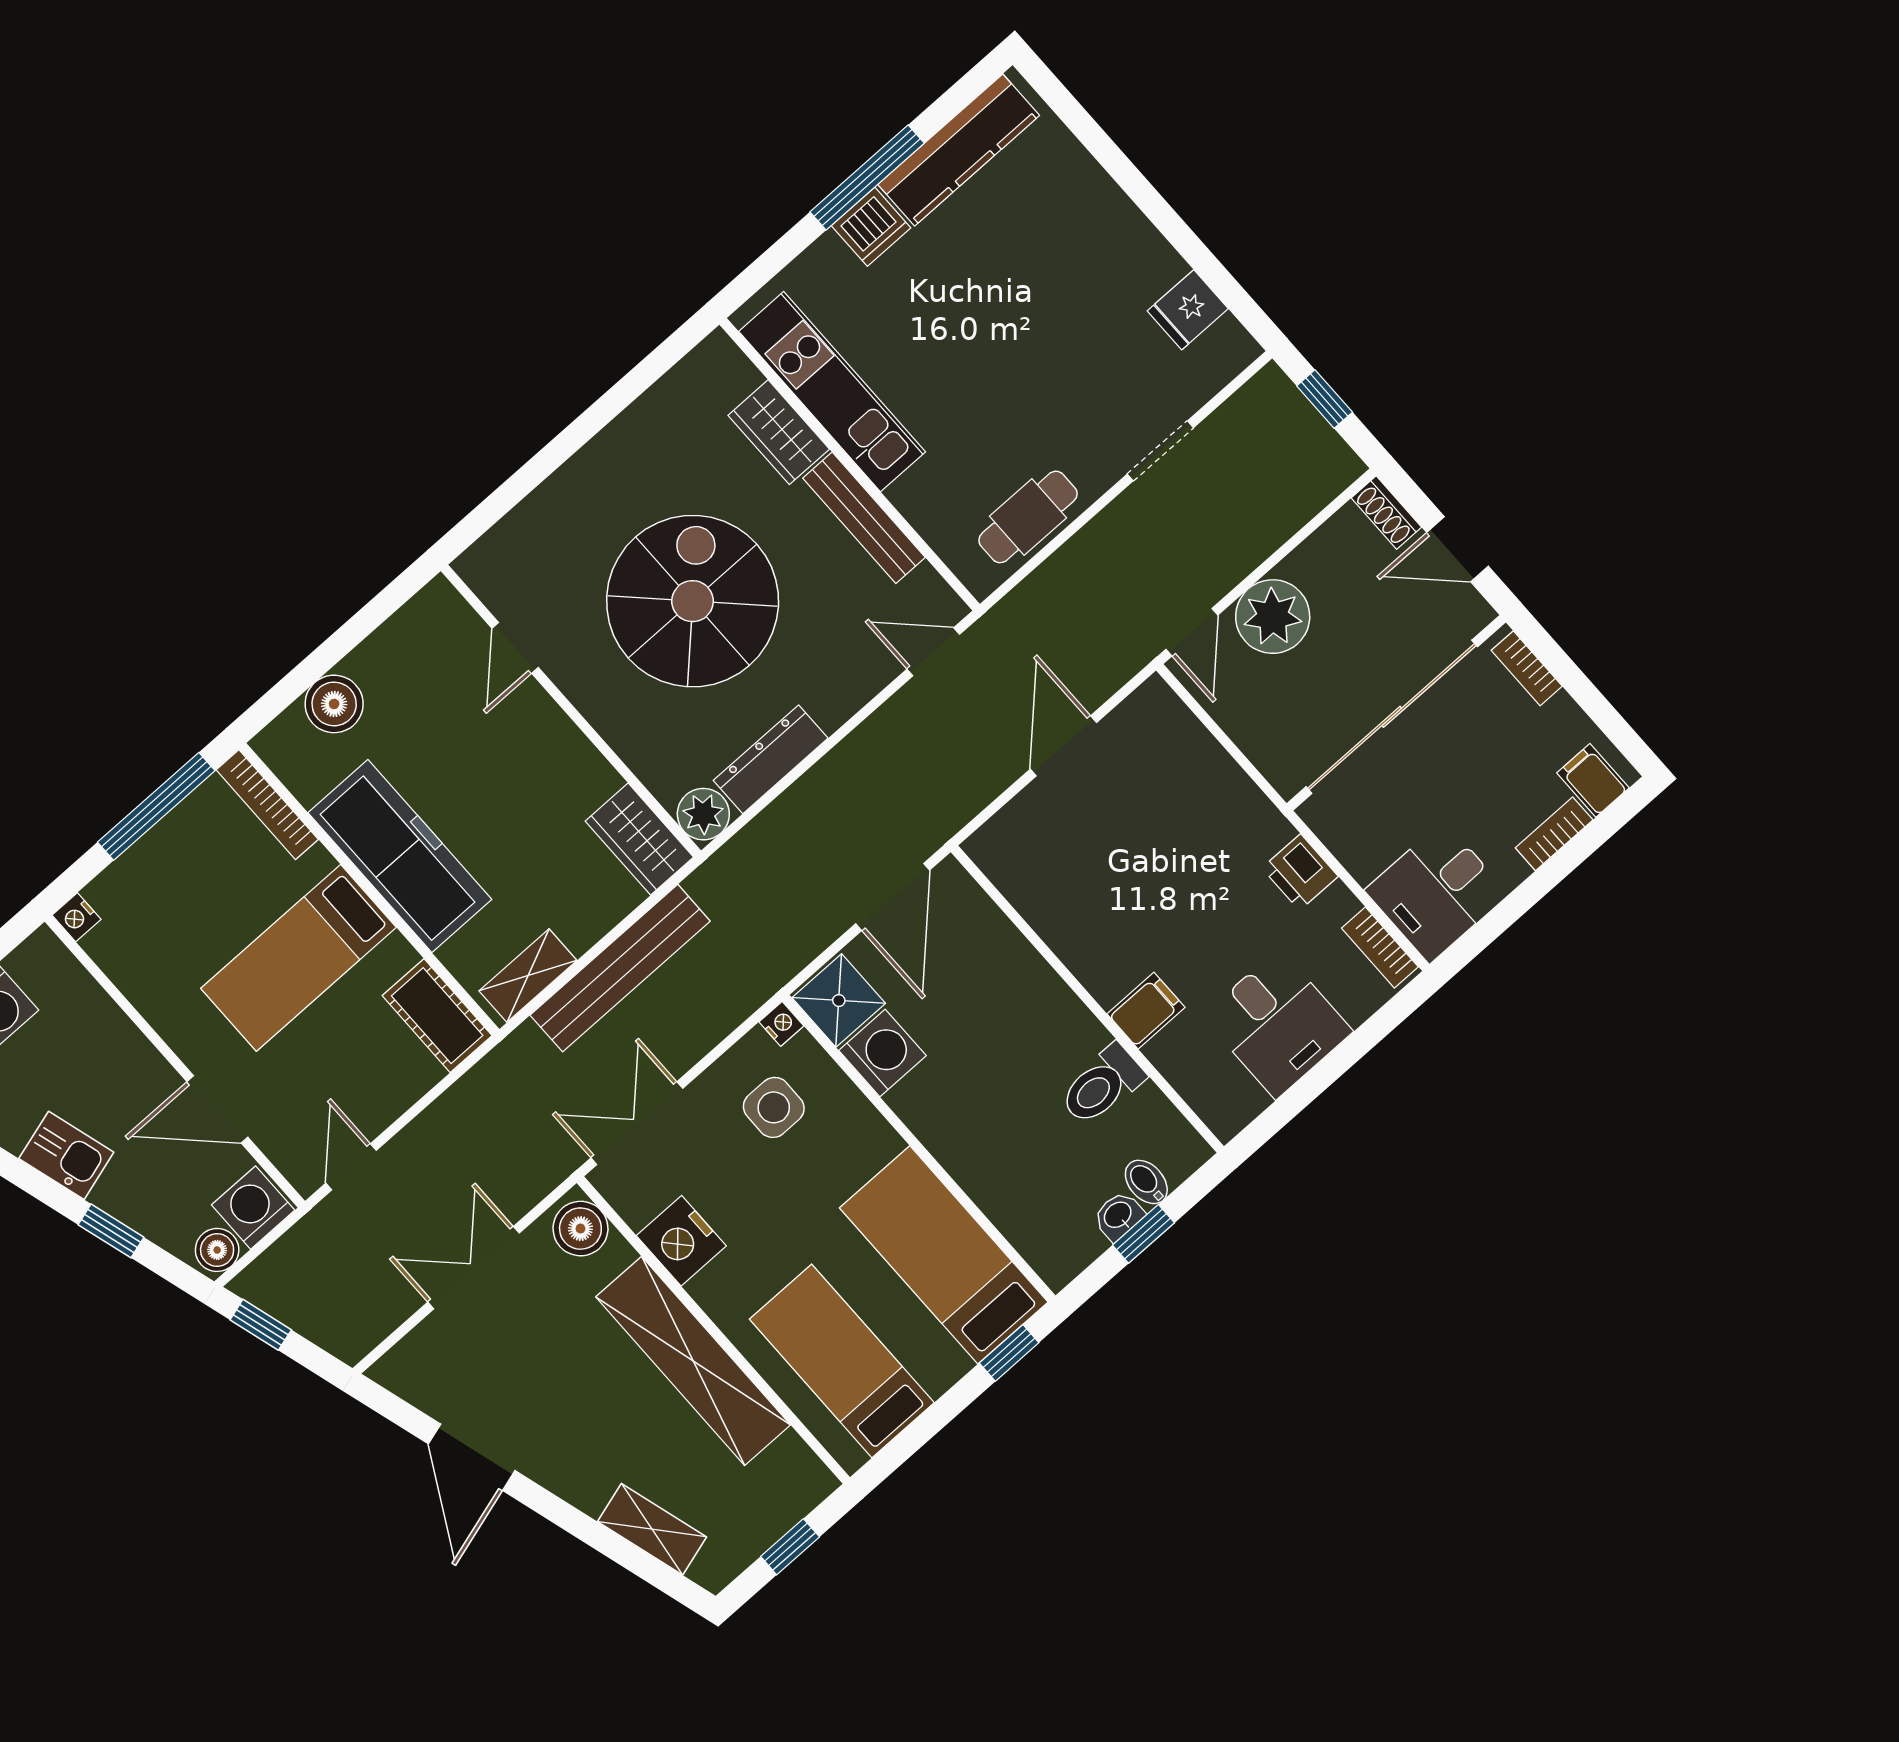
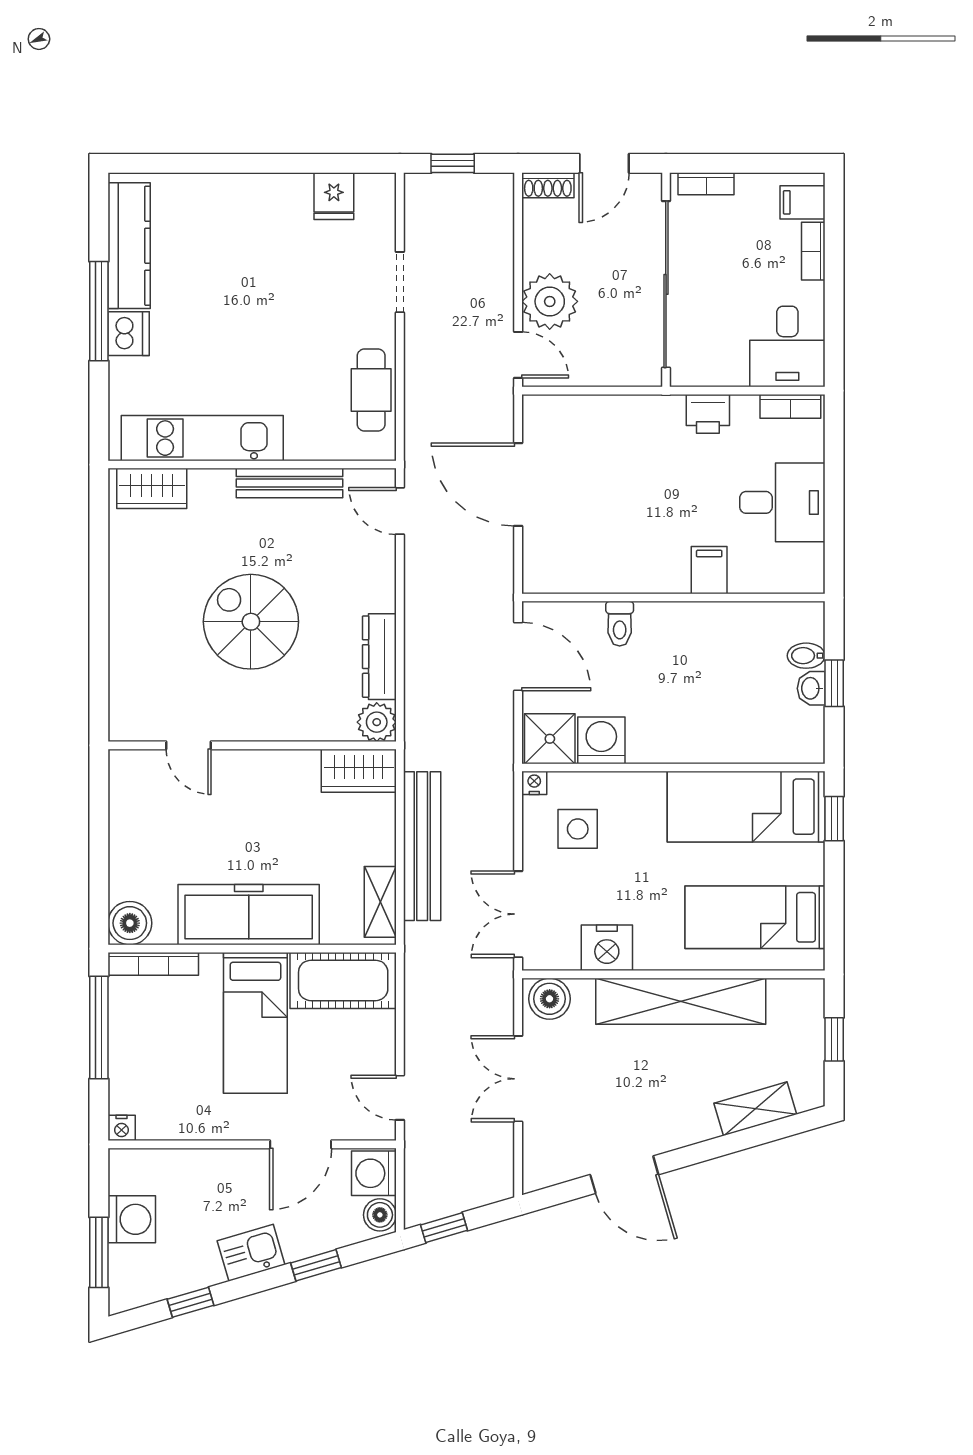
wardrobe: (779, 432) -> (152, 488), moved
spiral stairs: (693, 601) -> (251, 622), width x0.73, depth x0.73
door: (933, 652) -> (400, 511), hinge flipped
boiler: (334, 704) -> (130, 923), moved
door: (1063, 746) -> (518, 485), width x1.36
cot: (437, 1016) -> (343, 980), width x1.37, depth x1.34
toilet: (1102, 1085) -> (620, 624), moved, width x0.73, depth x0.72

